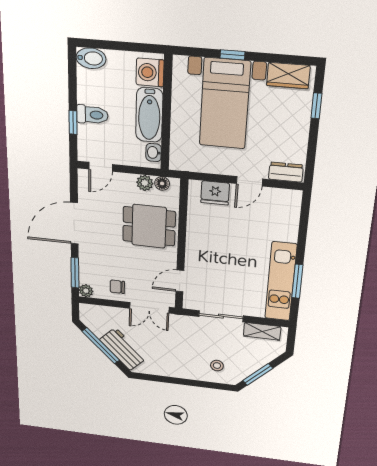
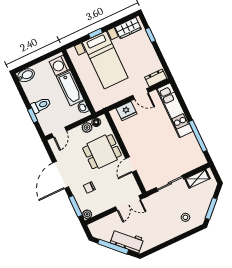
door: (249, 181) -> (140, 94), hinge flipped
door: (180, 281) -> (131, 165), moved
window: (297, 281) -> (198, 136), width x1.44
kitchen unit: (281, 282) -> (175, 110), moved
chair: (117, 287) -> (89, 187), moved

